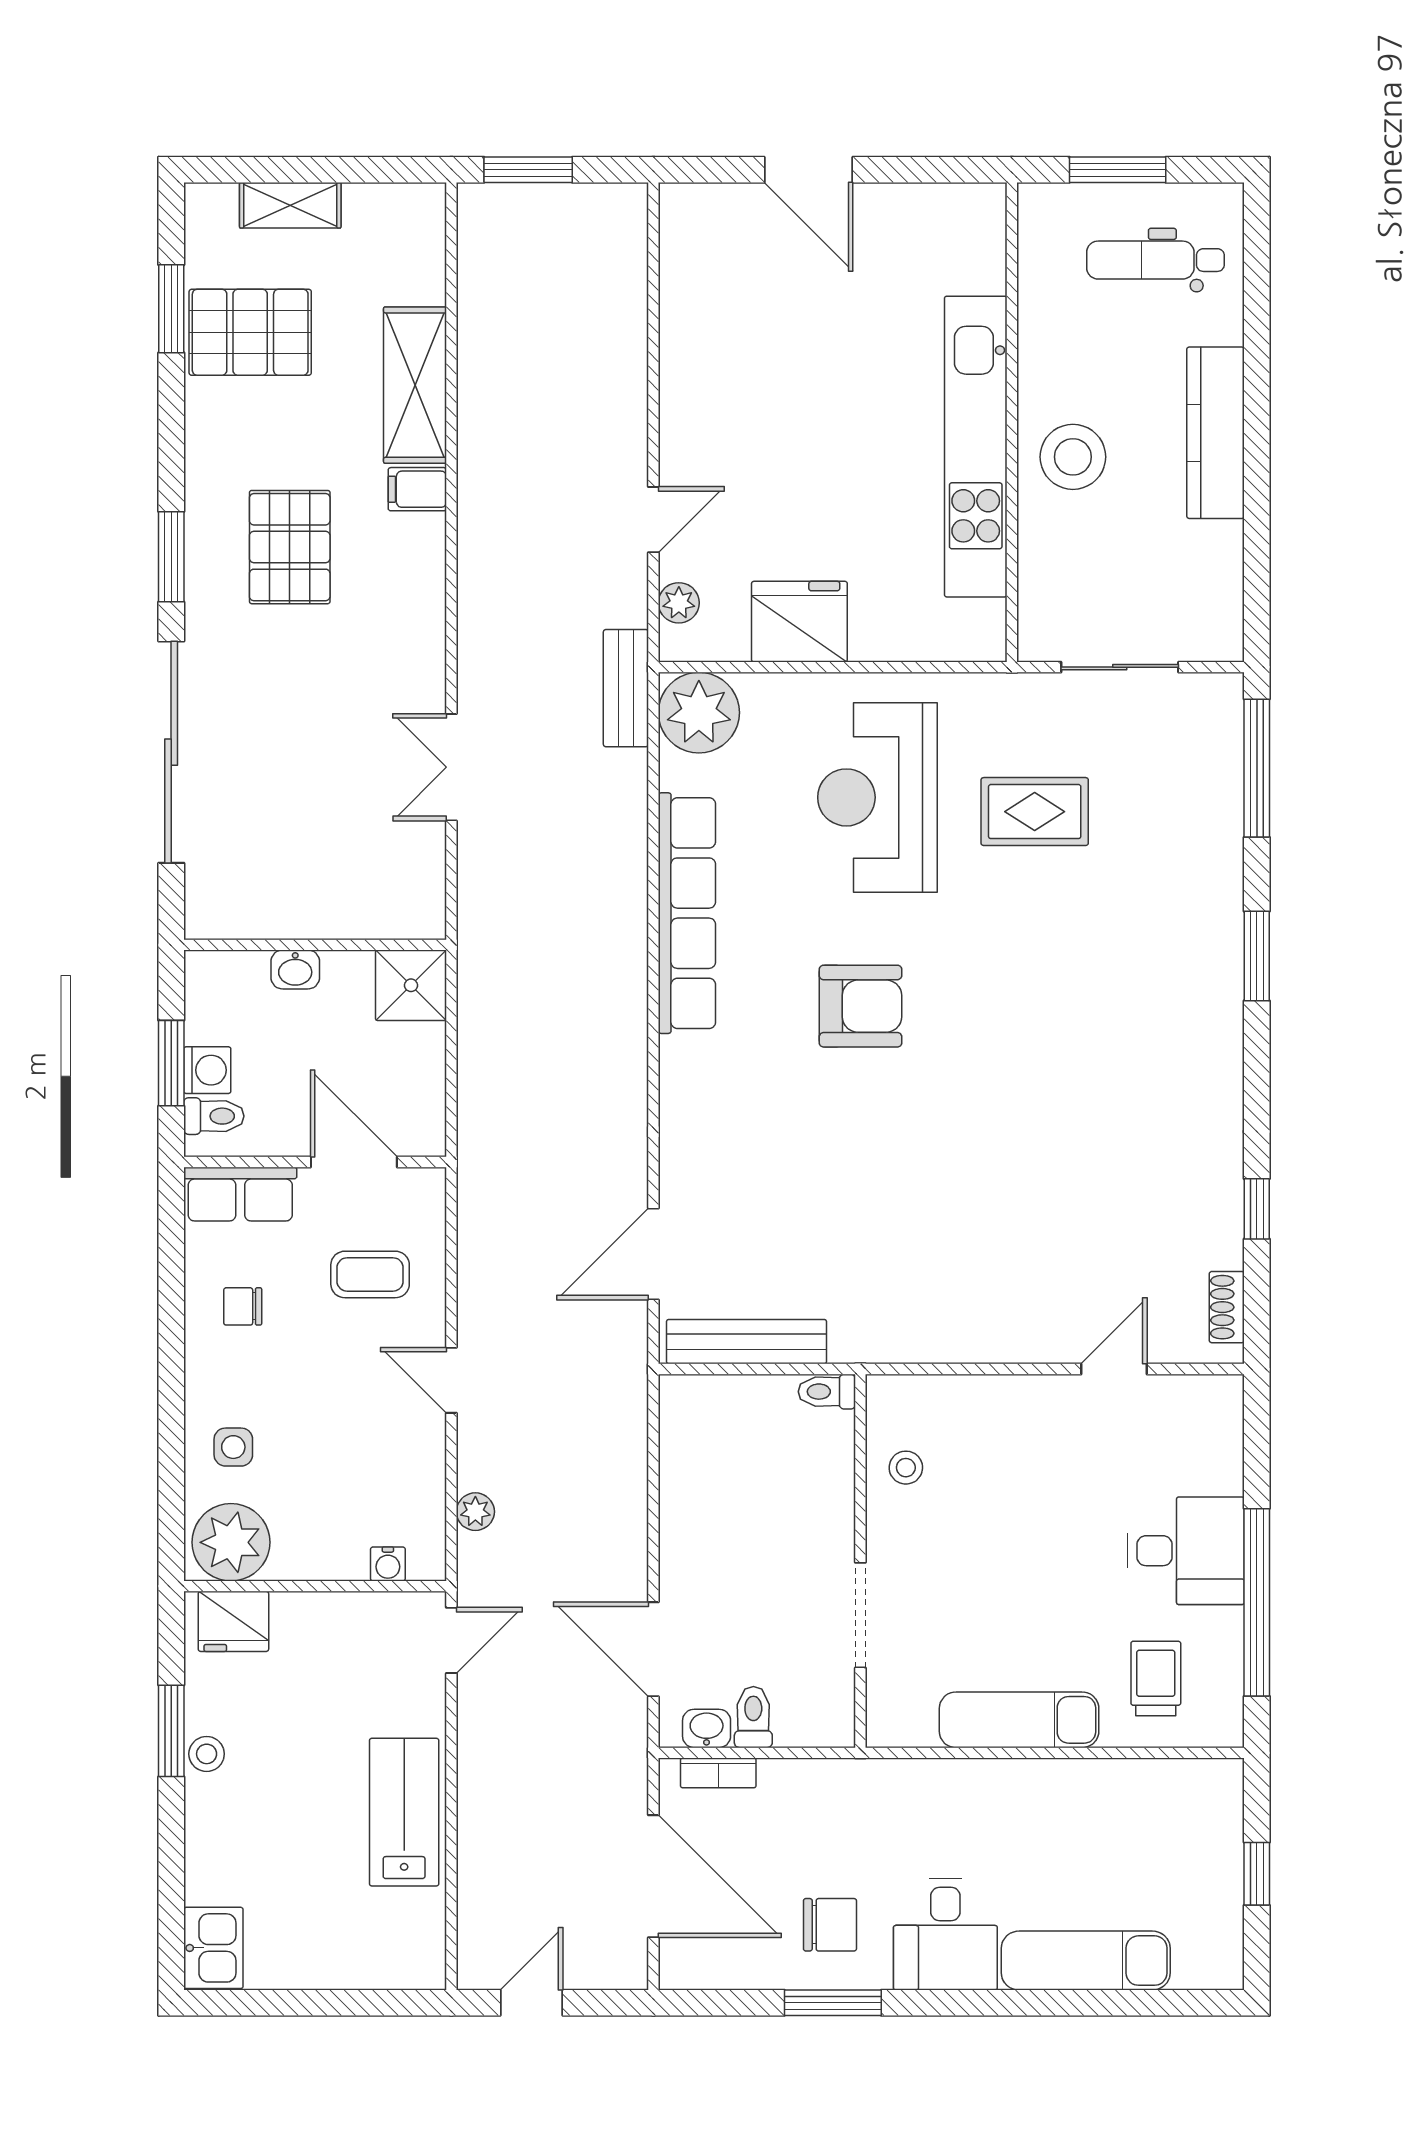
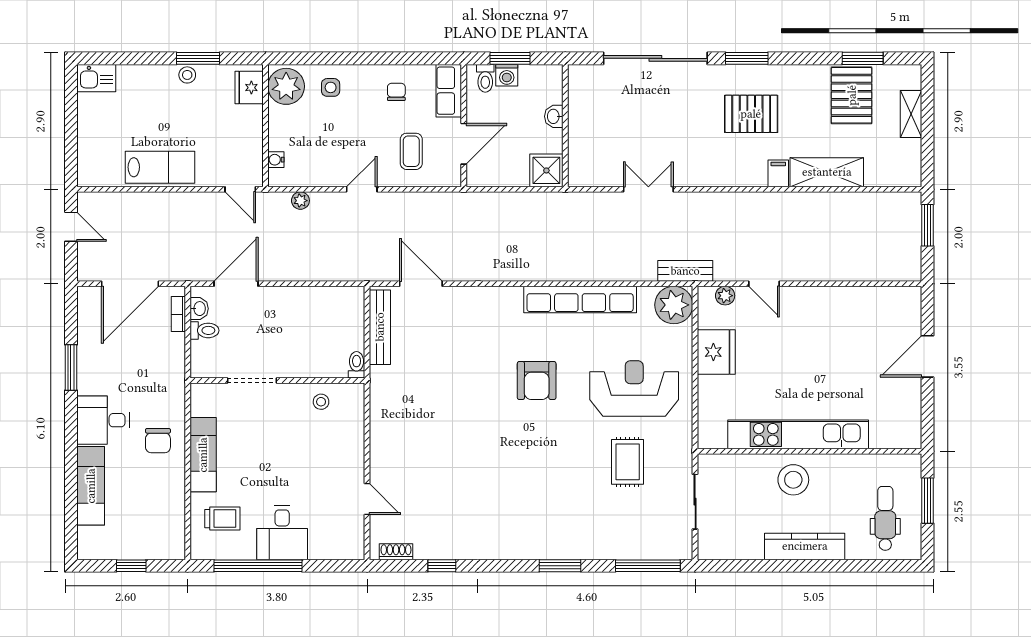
chair: (830, 1925) -> (158, 441), moved

